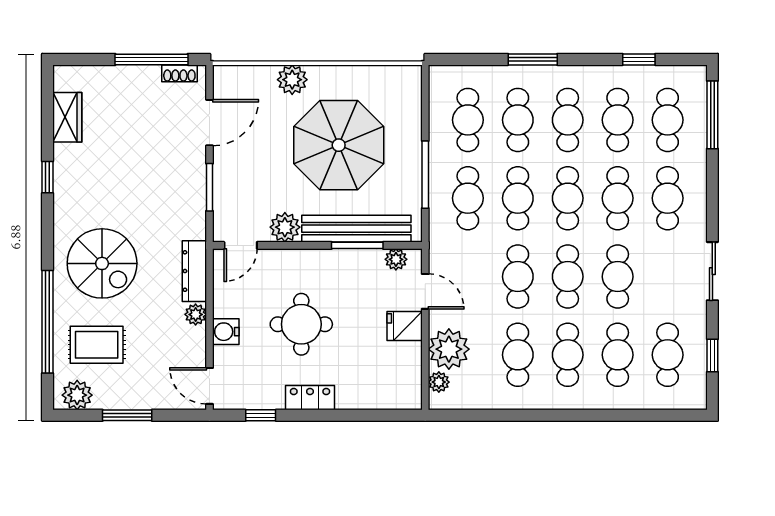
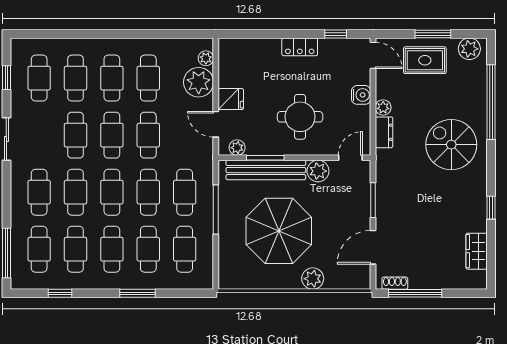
dresser: (194, 271) -> (384, 132), width x0.70
round table: (301, 324) -> (300, 117), moved
rug: (97, 345) -> (425, 60), moved

